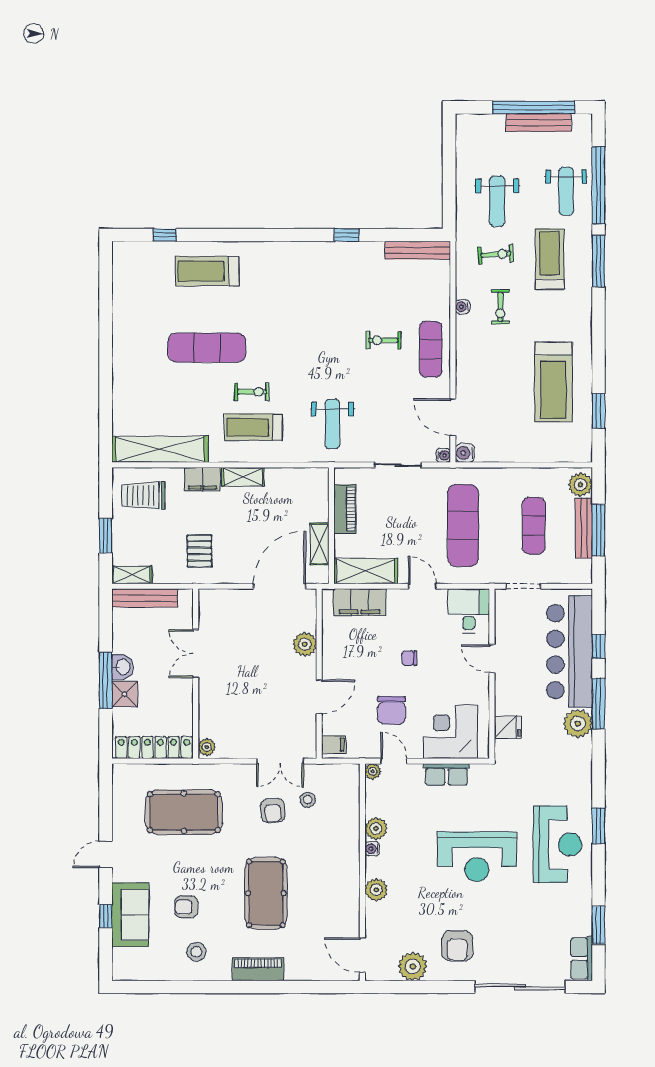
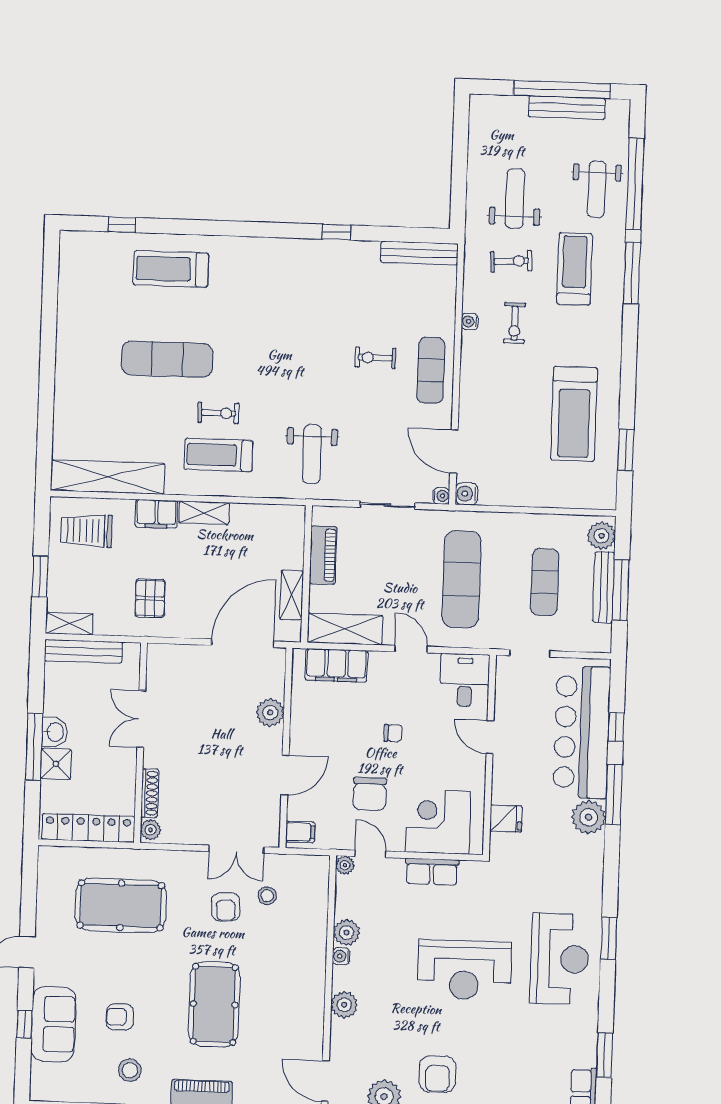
weight bench: (497, 201) -> (515, 199), turned 180
chair: (409, 658) -> (393, 733), turned 180
shoe rack: (205, 716) -> (150, 793), added

